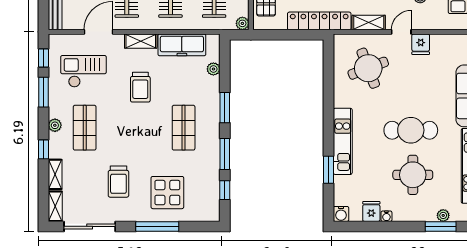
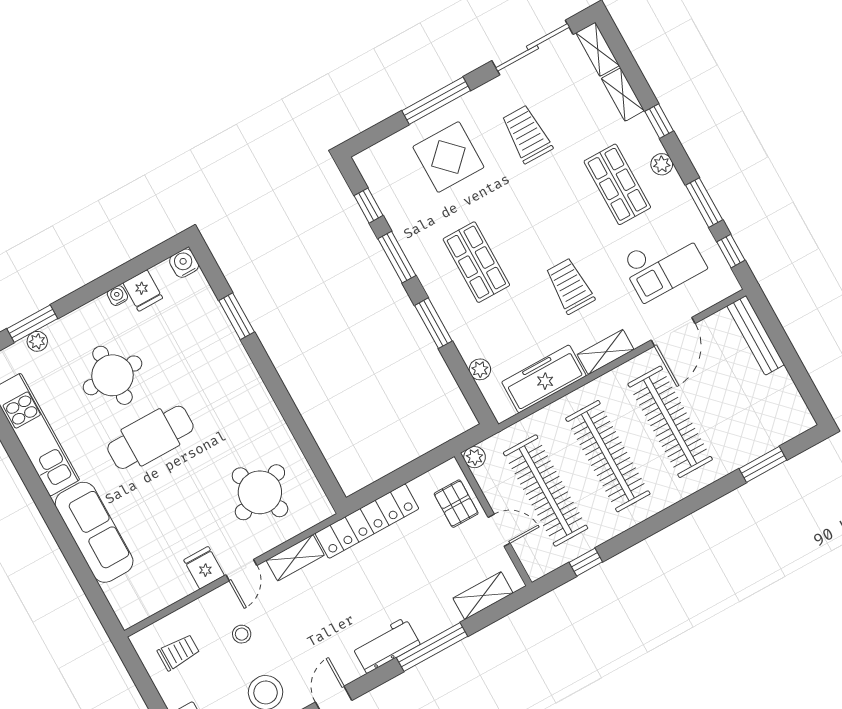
kitchen unit: (343, 141) -> (239, 368), removed

